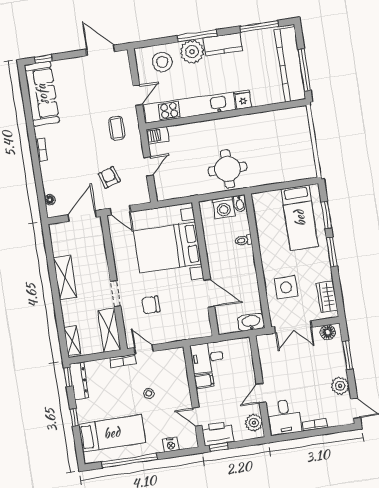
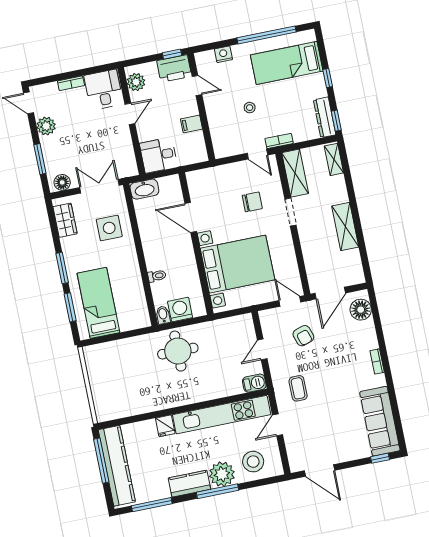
floor lamp: (50, 200) -> (361, 310), width x1.89, depth x1.89
desk: (207, 358) -> (159, 155), moved, turned 180

